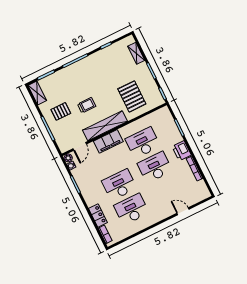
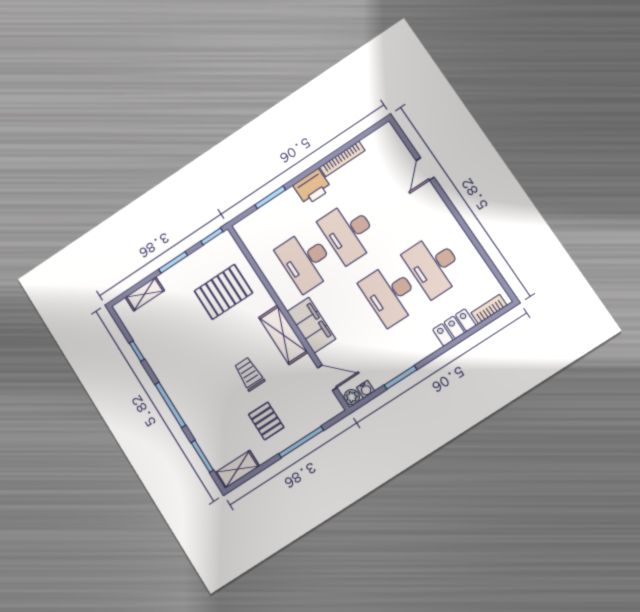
shelving: (105, 126) -> (283, 335), width x0.68

